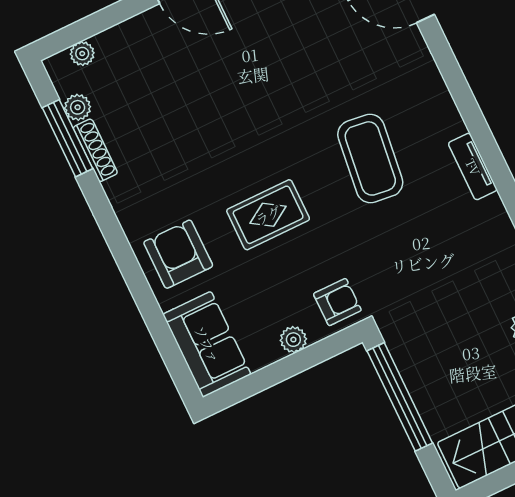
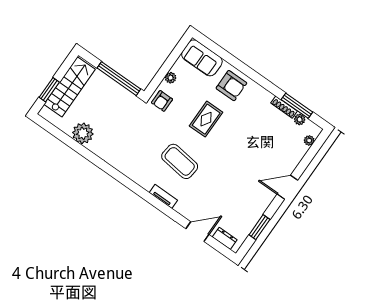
tv unit: (473, 167) -> (163, 196), moved

